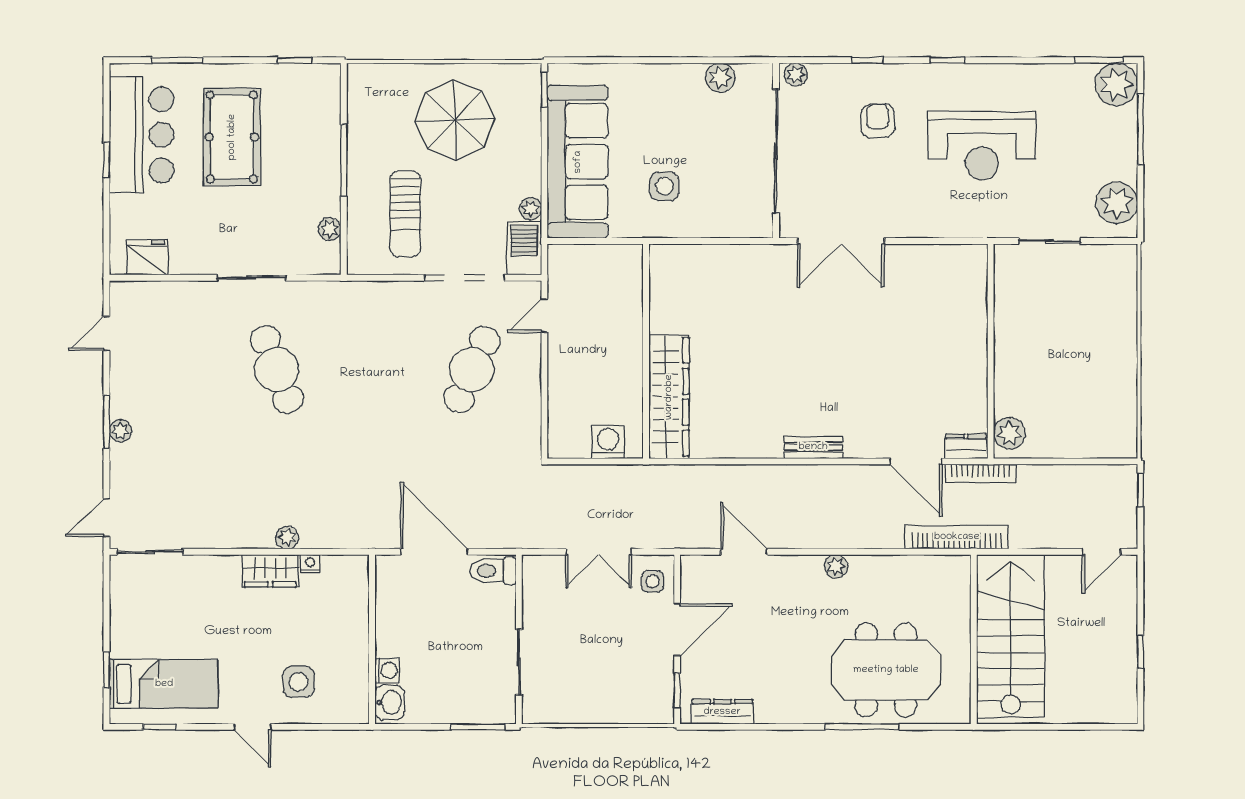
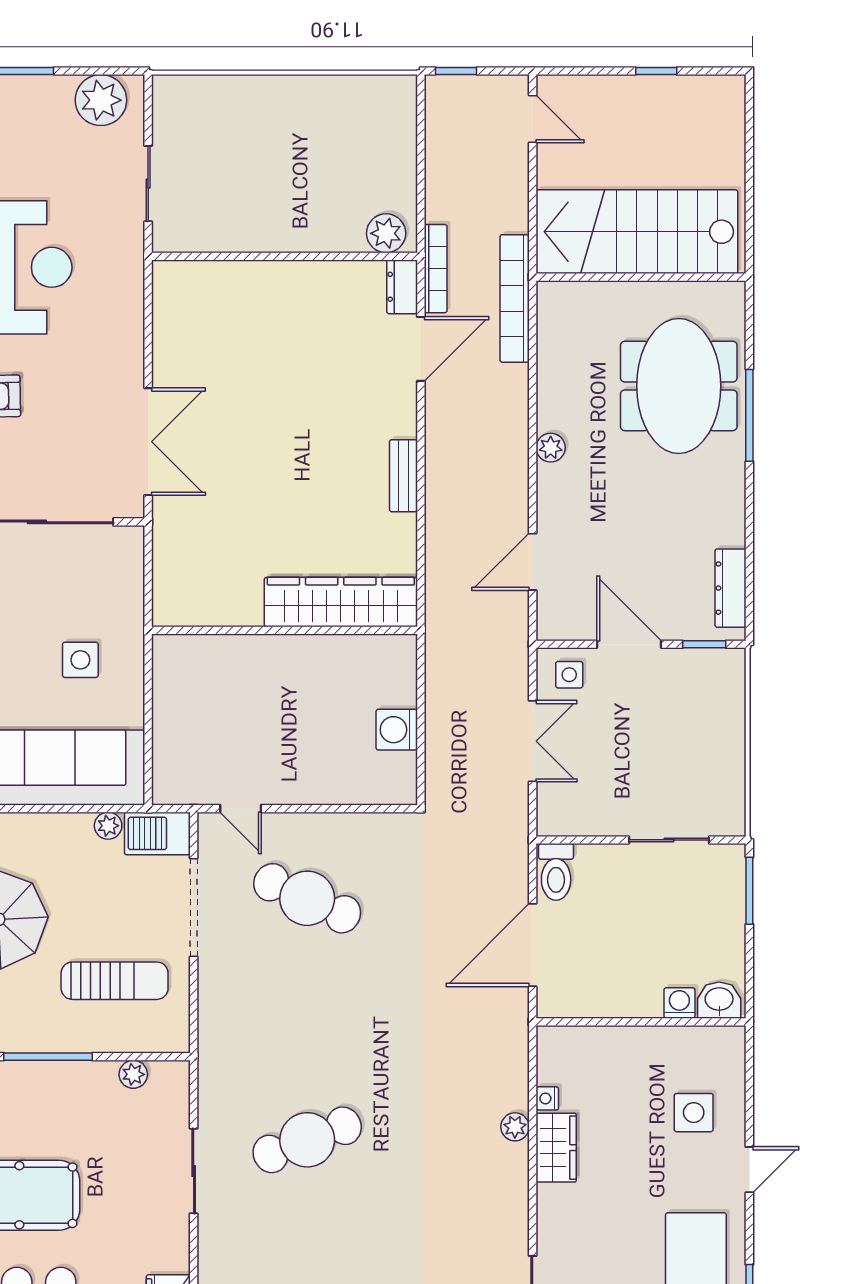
wall: (646, 351) -> (284, 630), moved
wardrobe: (669, 397) -> (341, 602), moved

